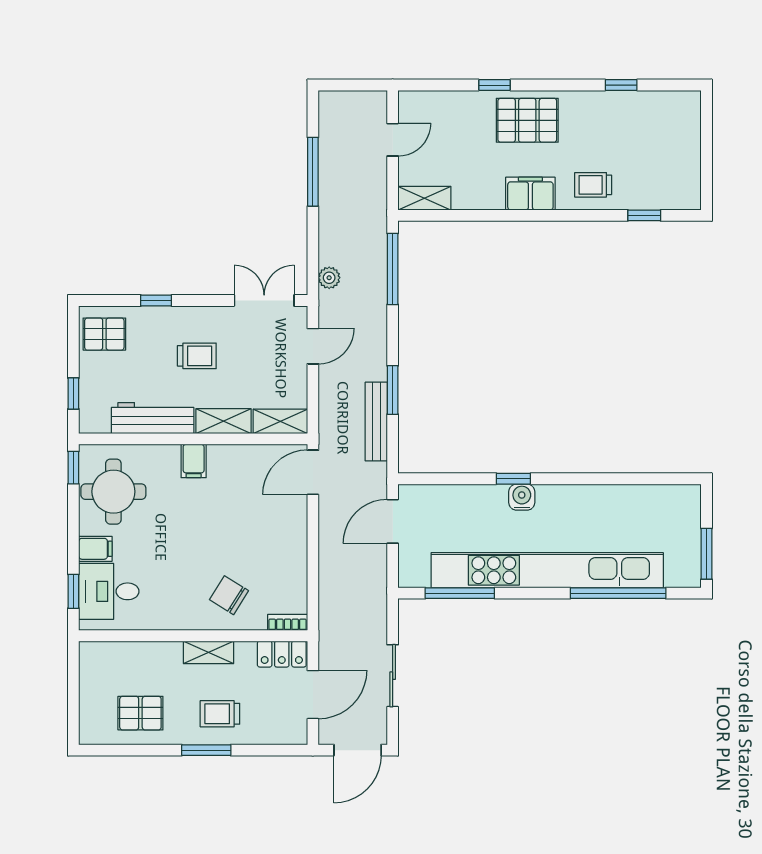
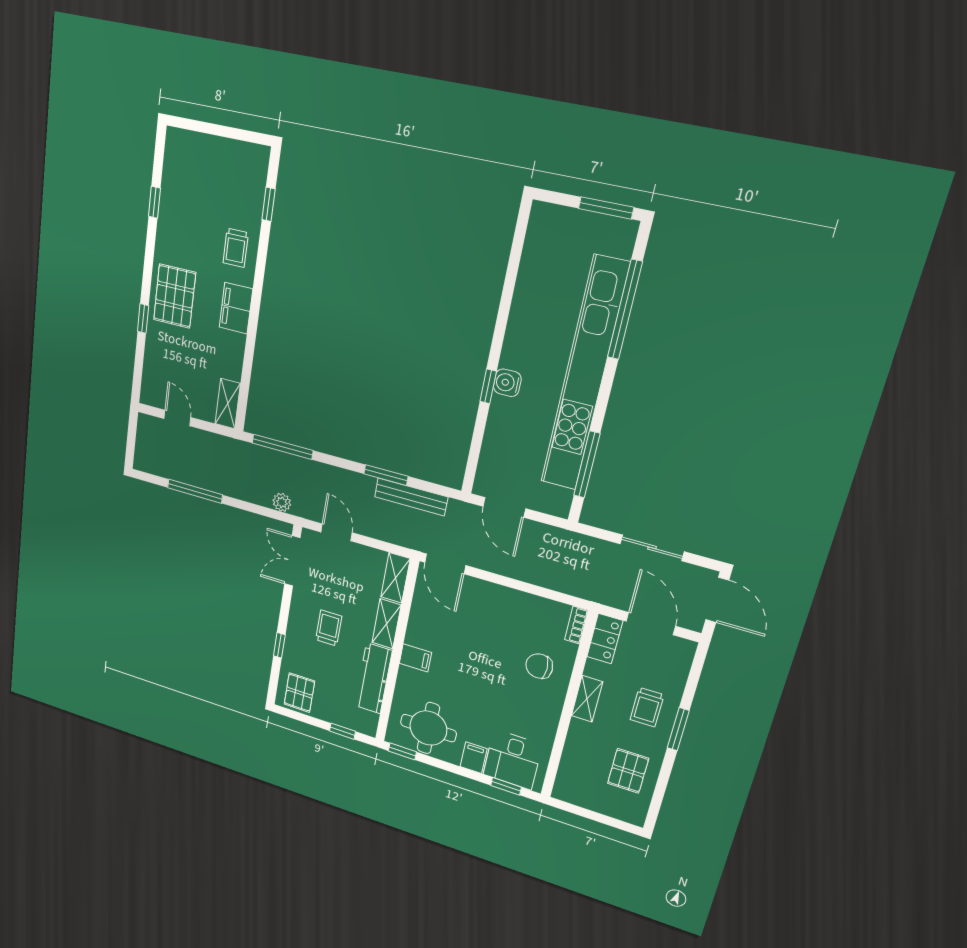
chair: (229, 595) -> (539, 666), turned 58

